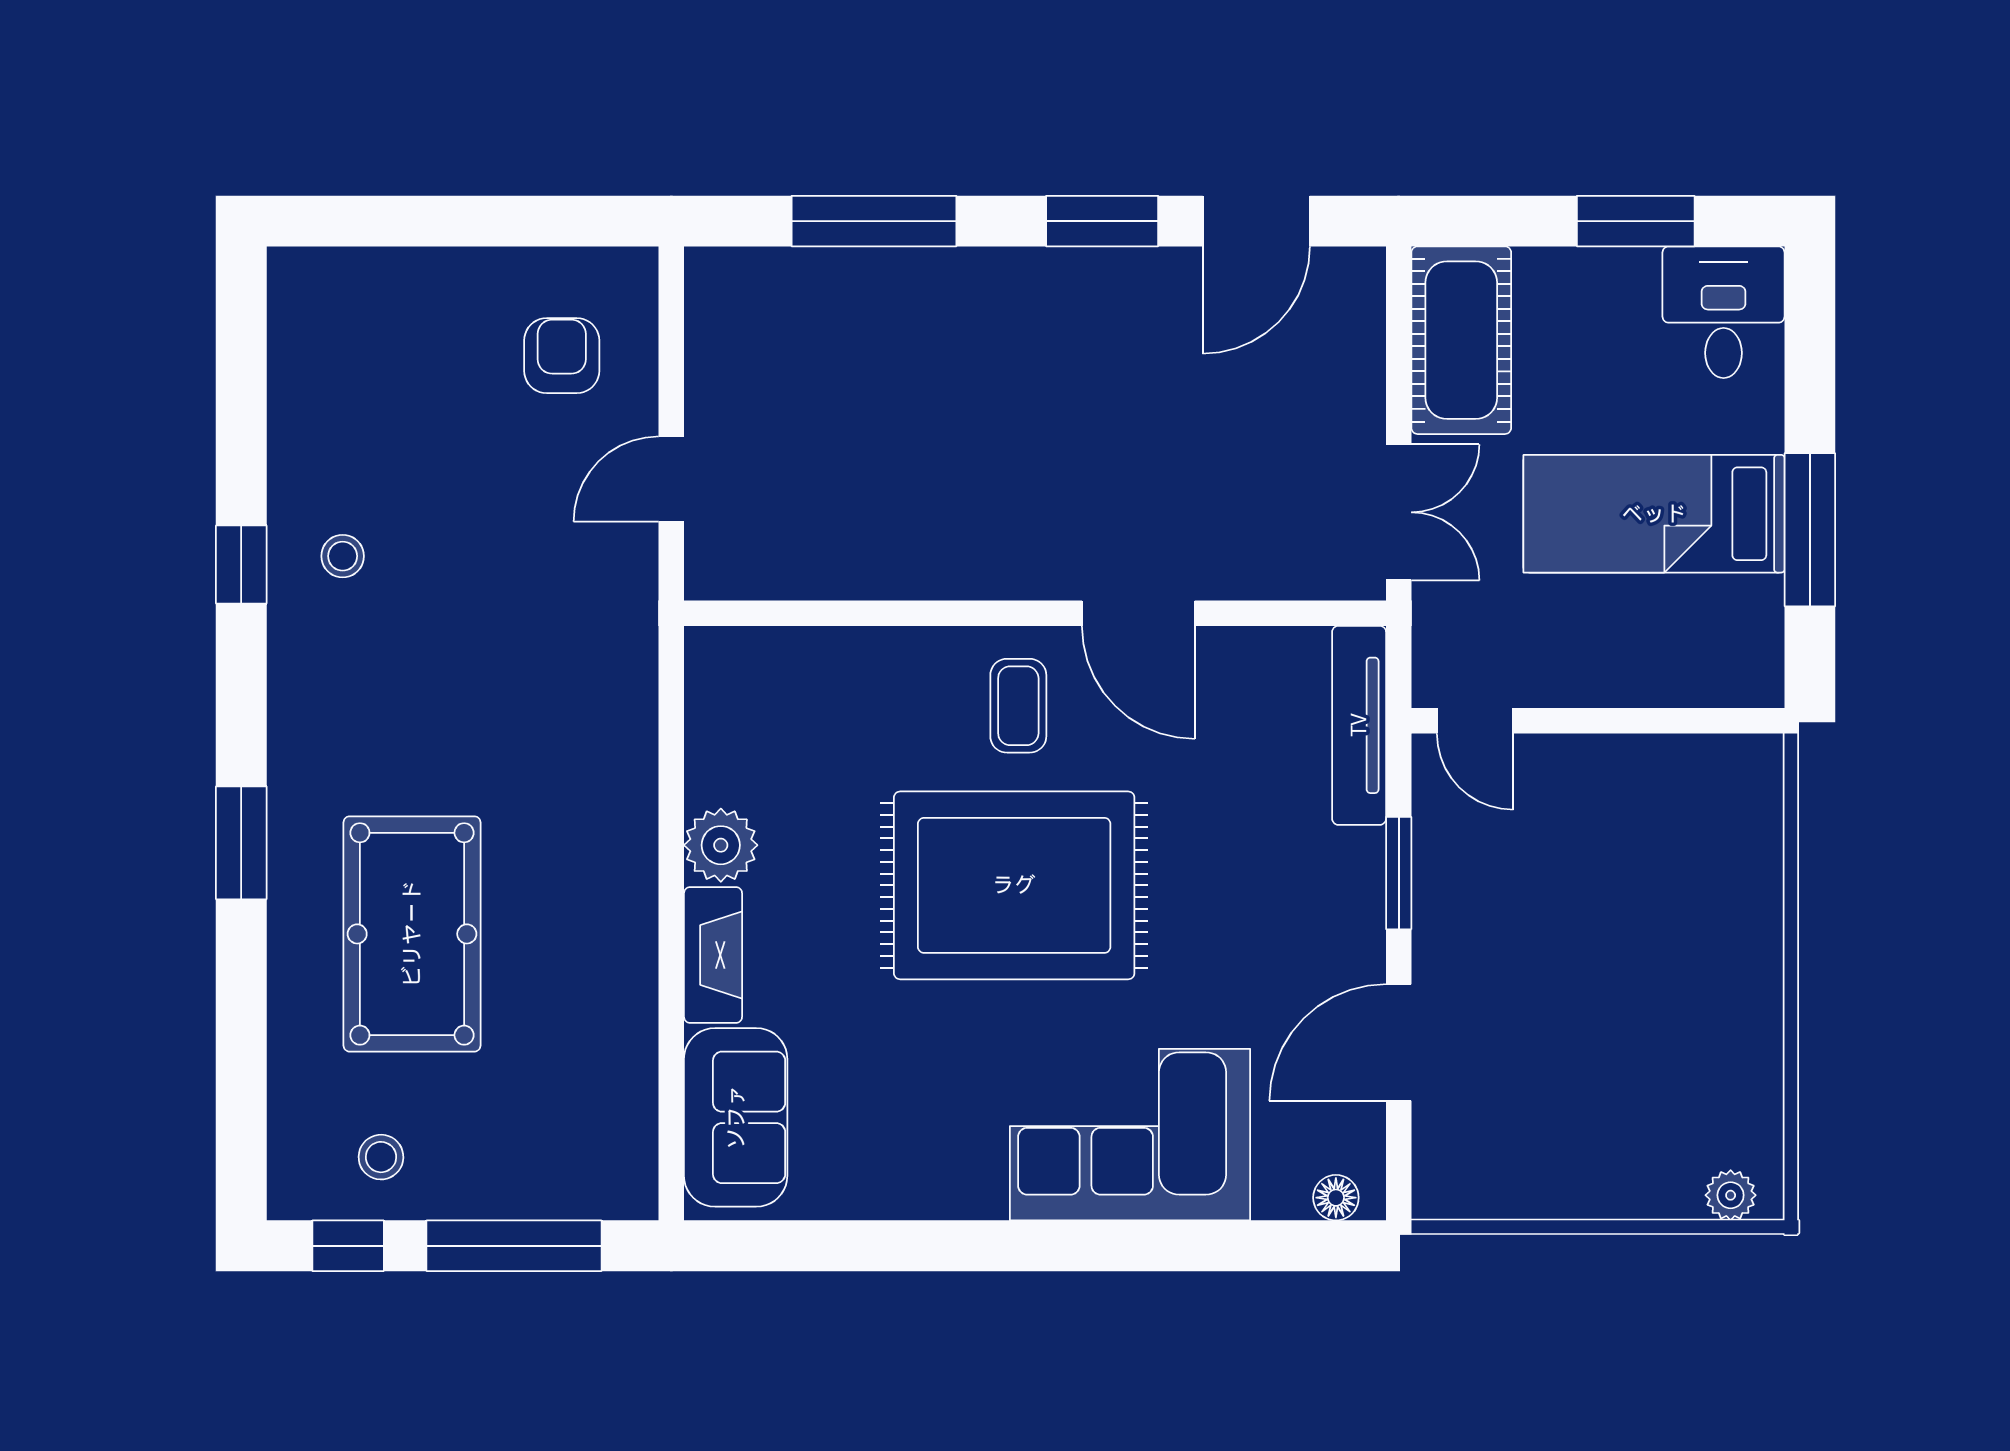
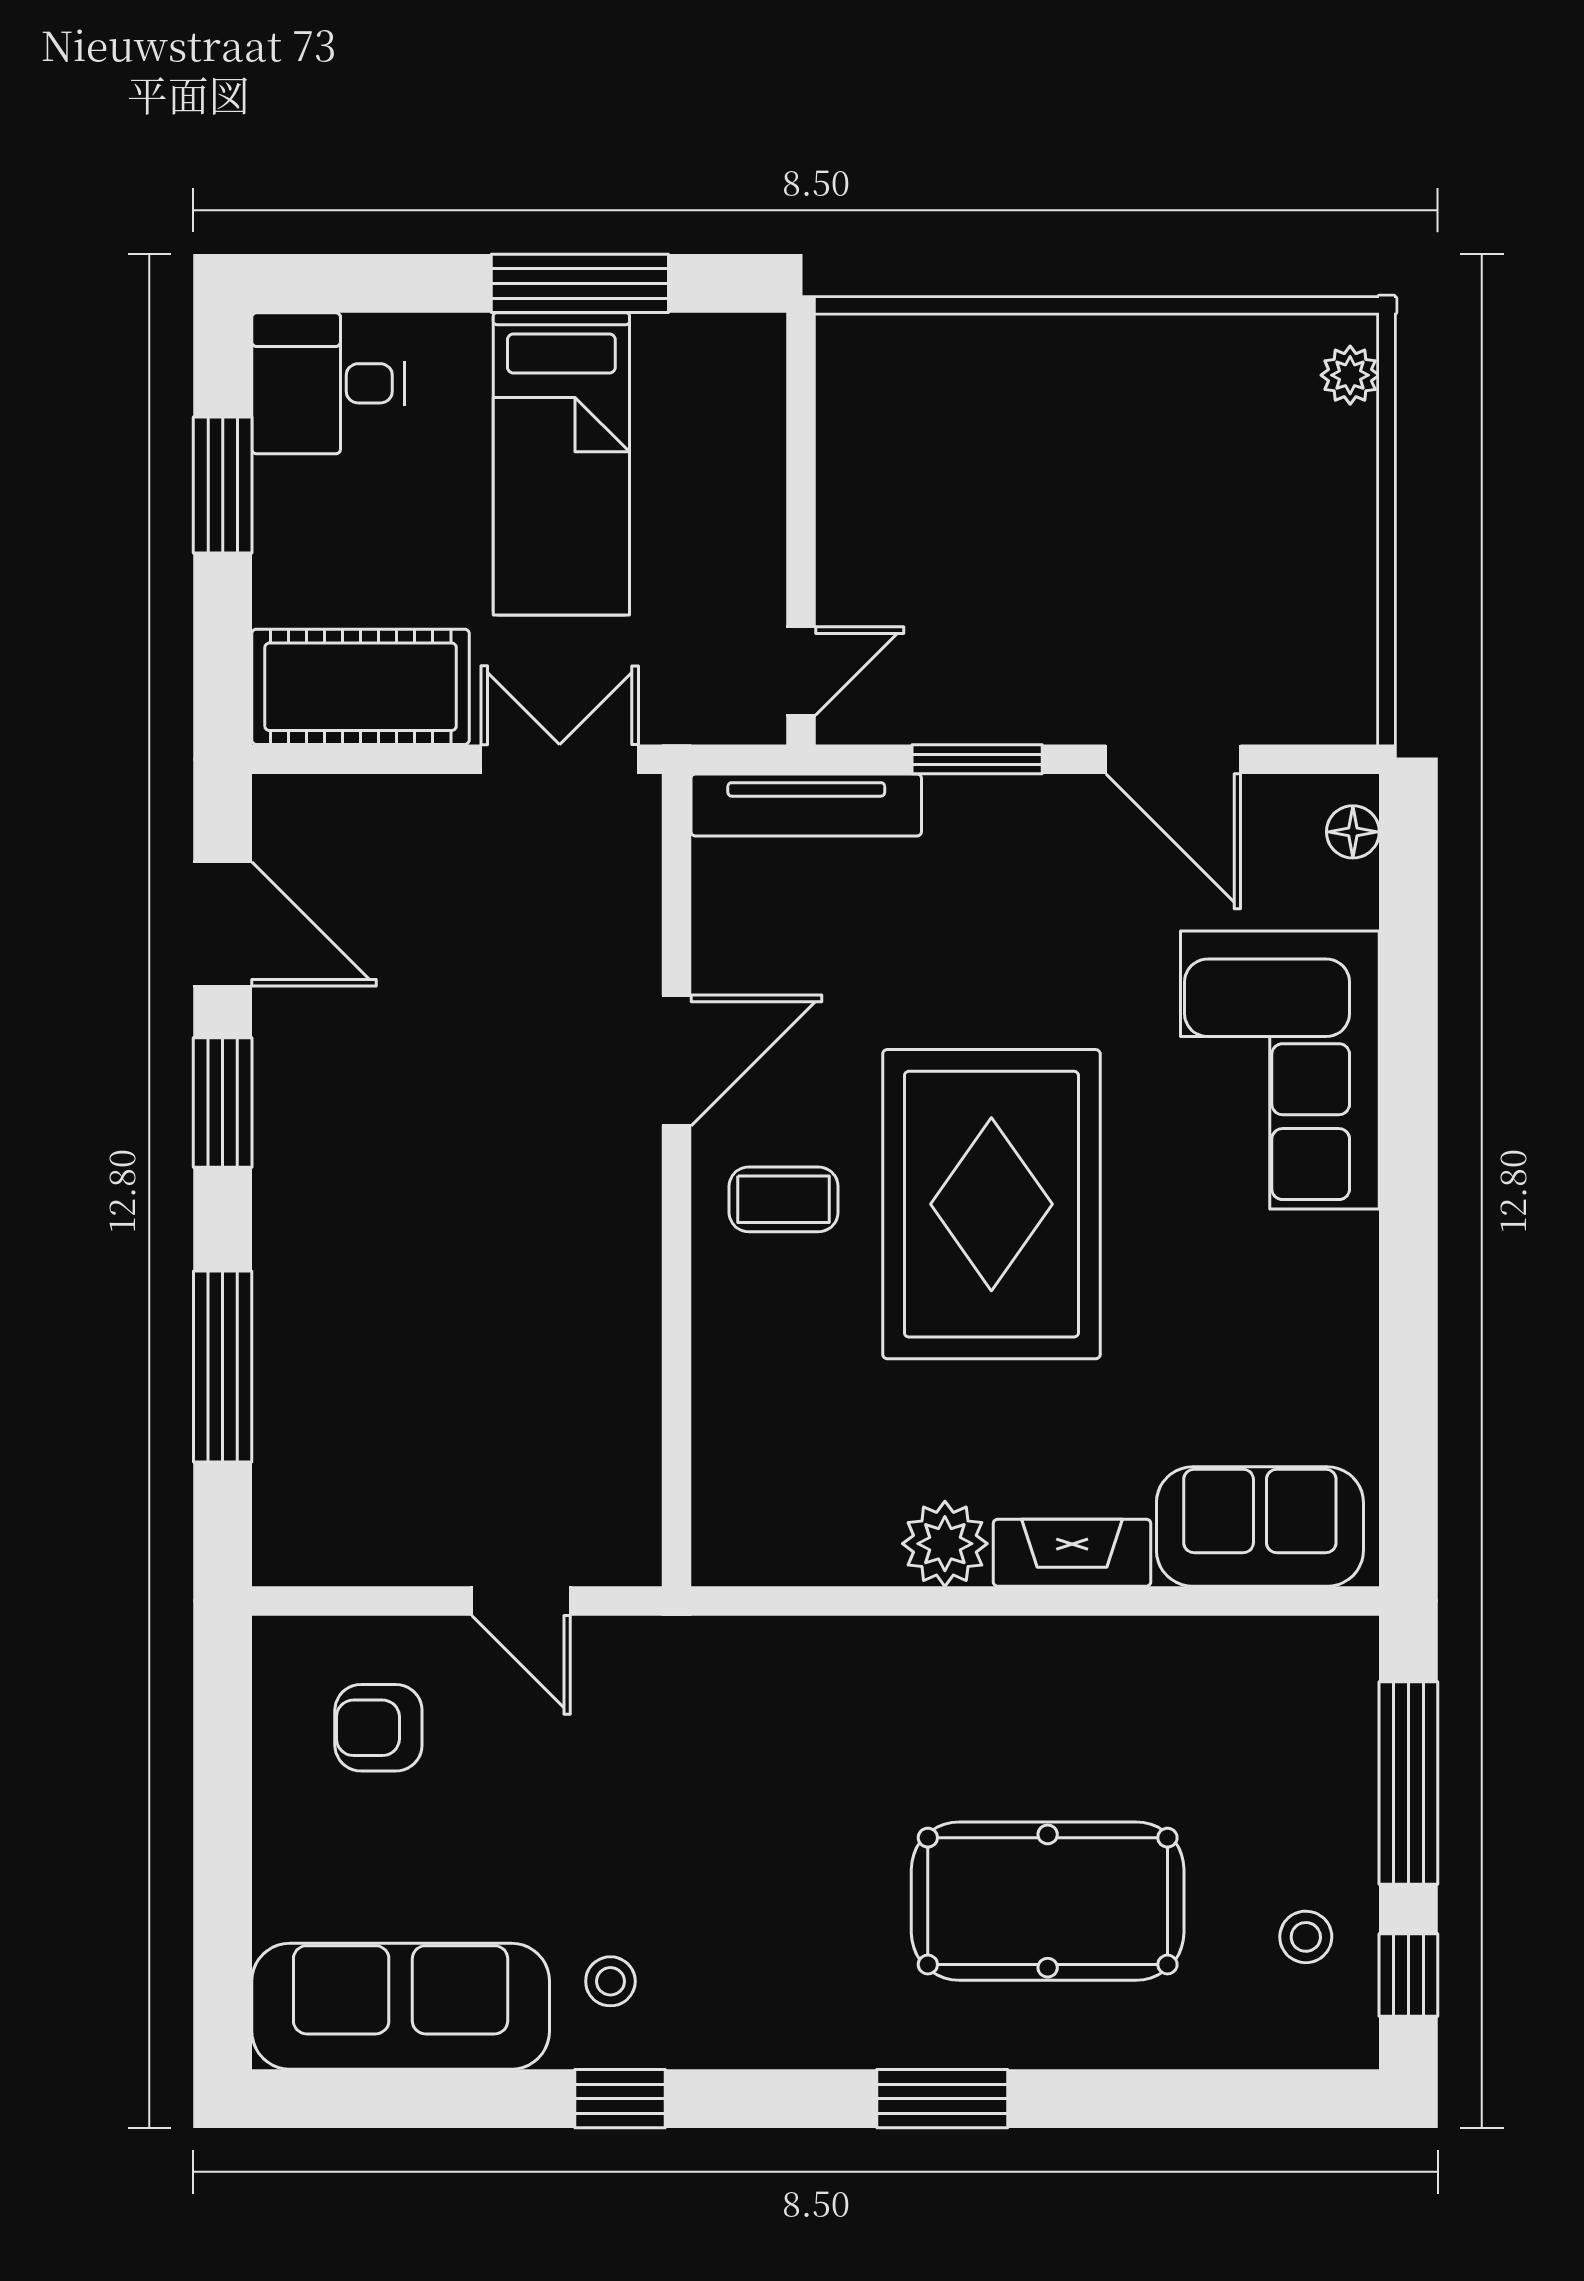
sofa: (321, 375) -> (401, 2006), added

